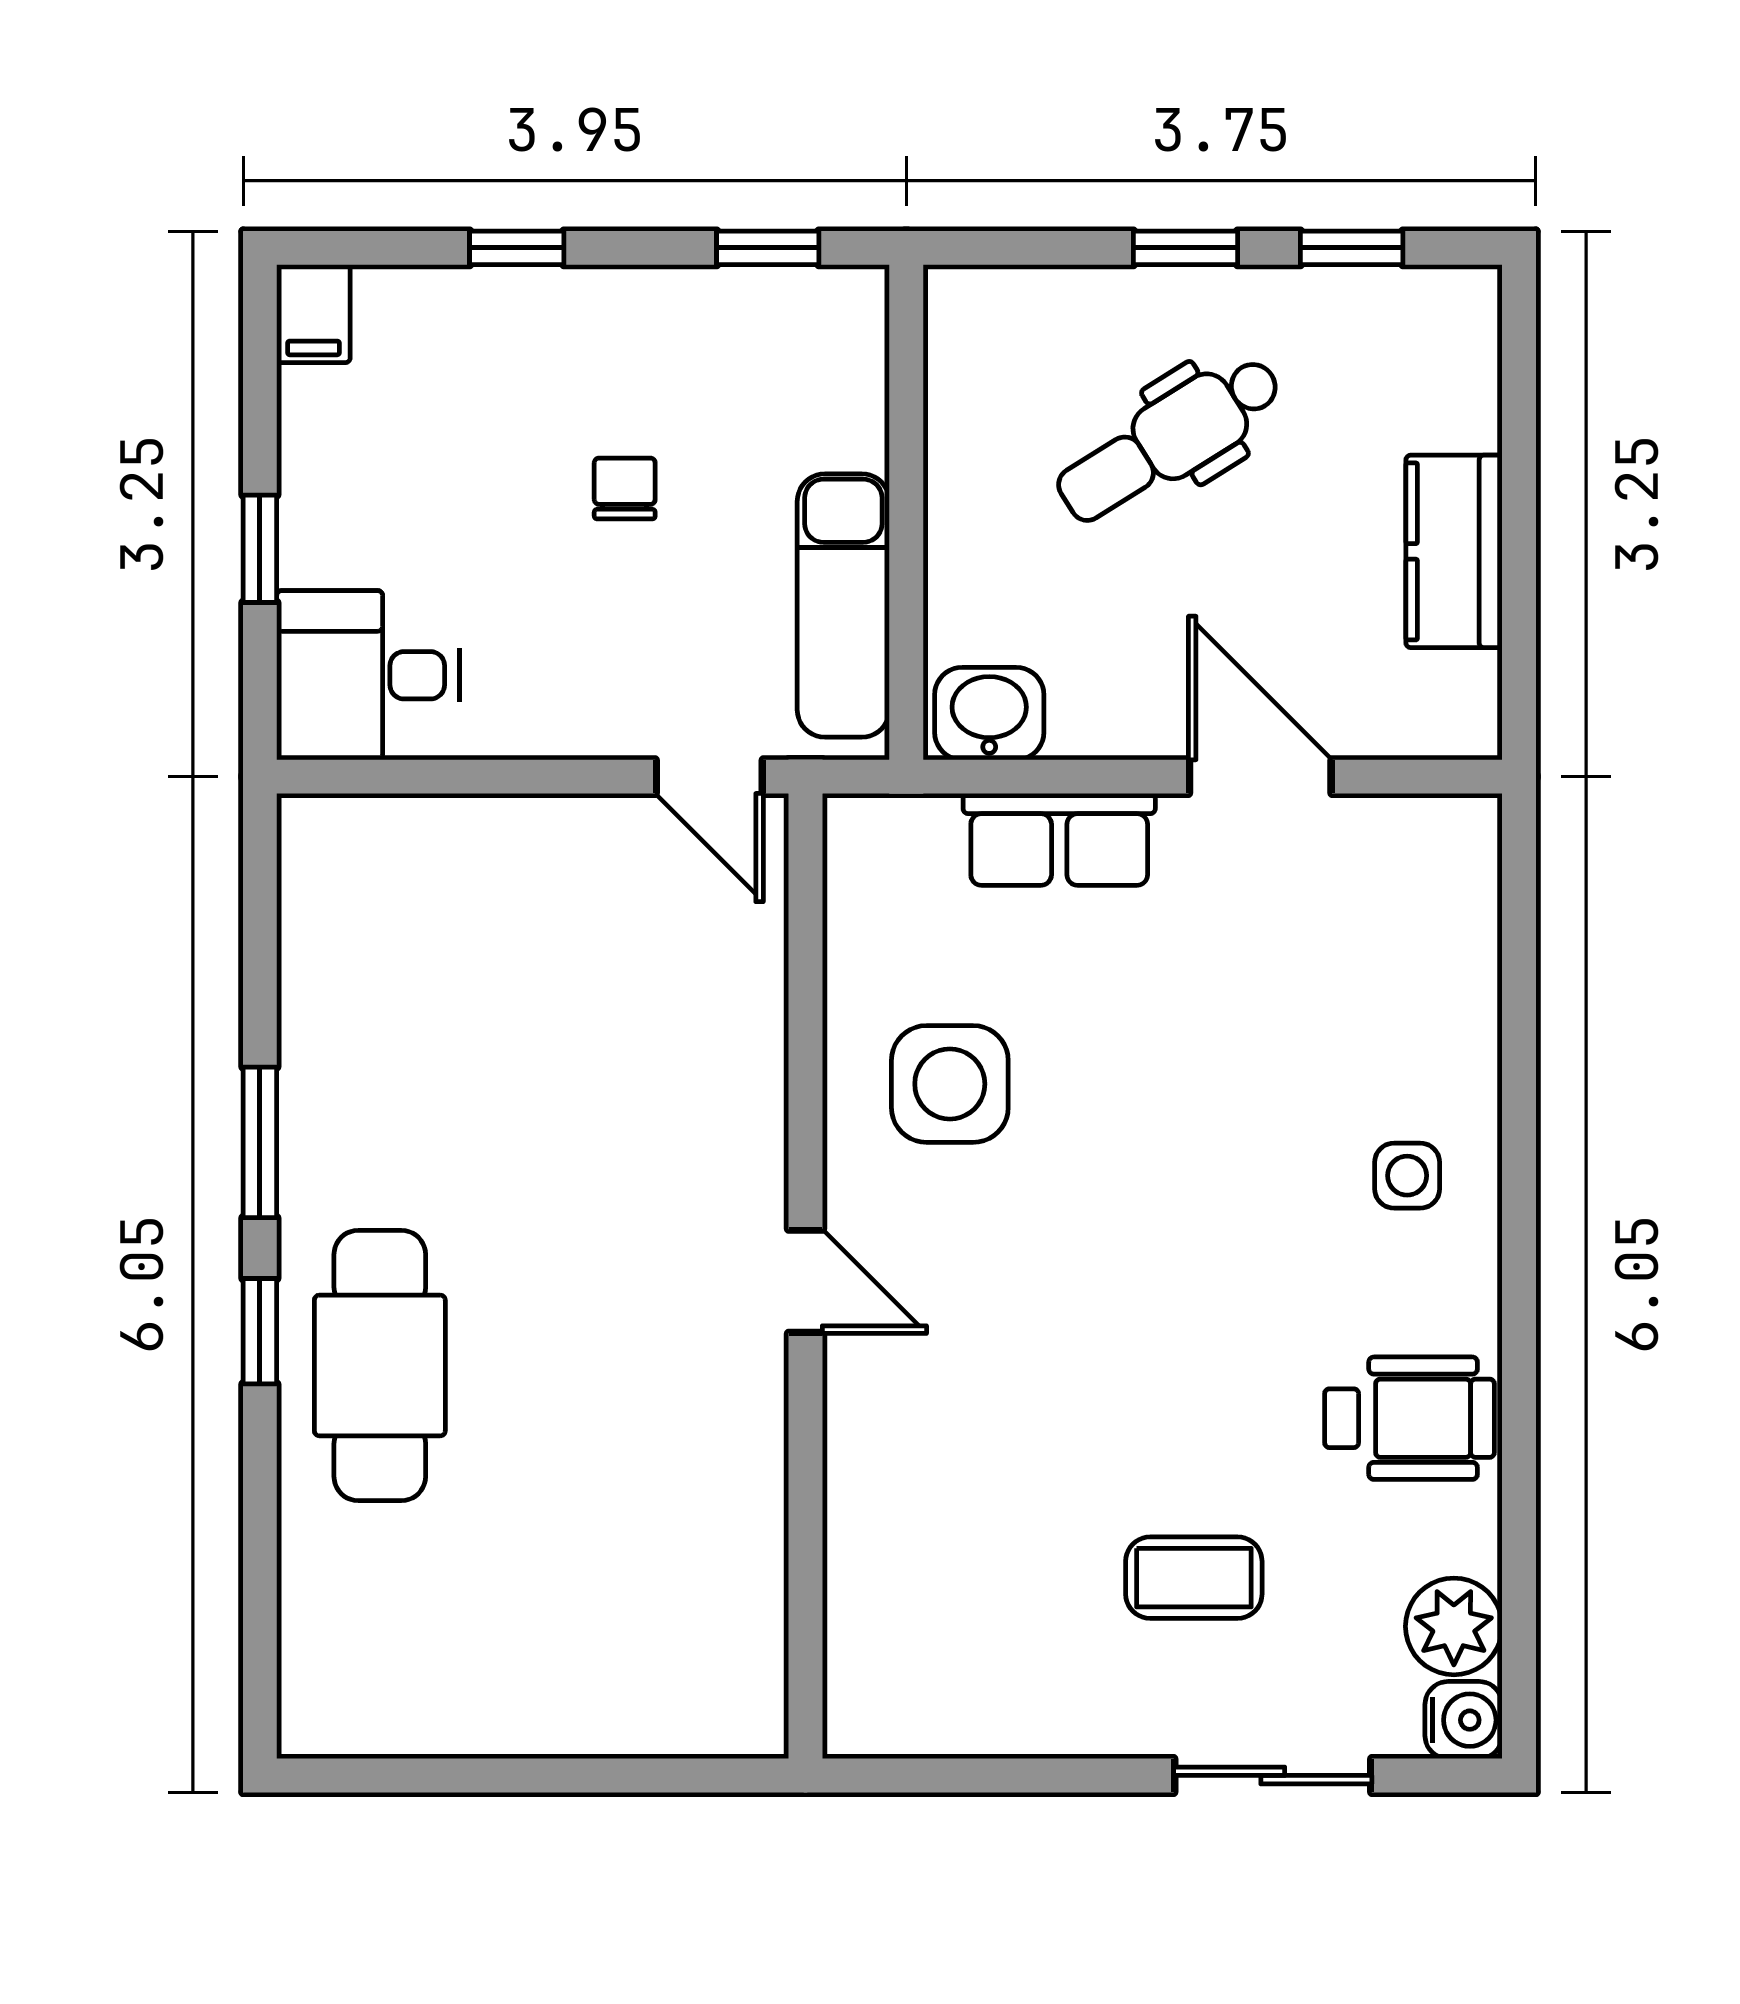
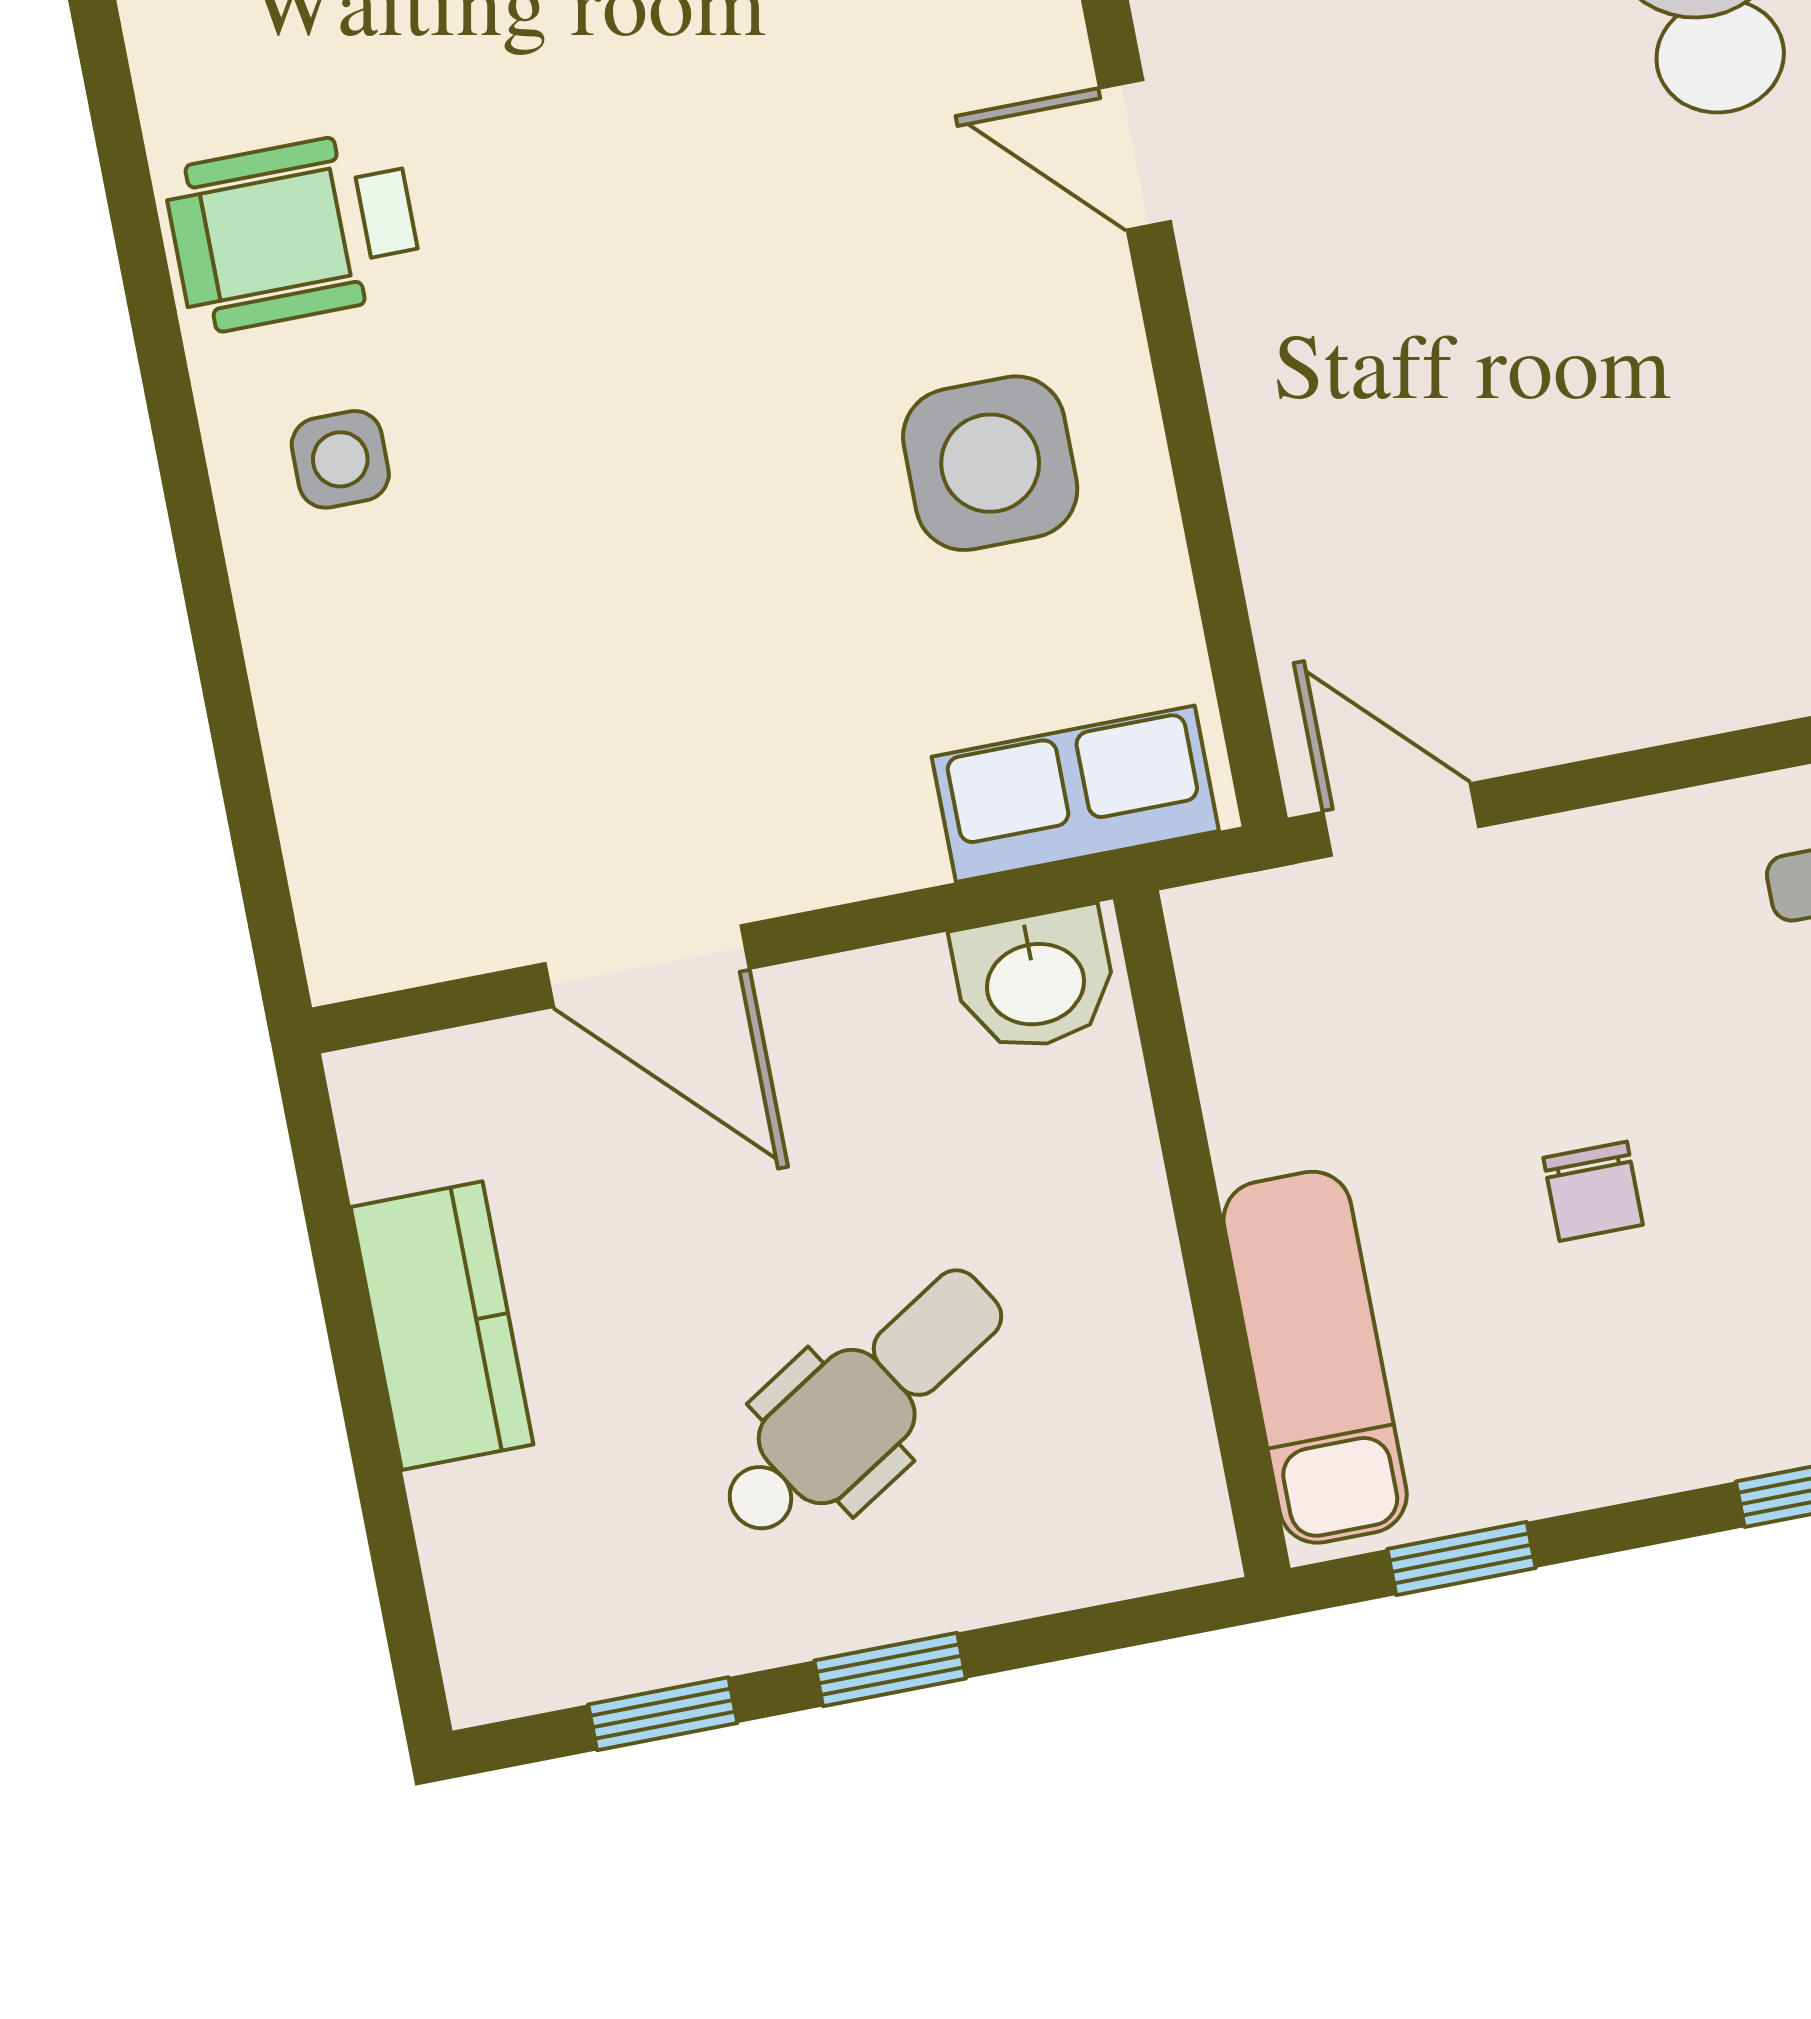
exam couch: (843, 606) -> (1315, 1357), moved
row of seats: (1059, 839) -> (1075, 794), moved
wheelchair: (1409, 1418) -> (294, 231), moved

